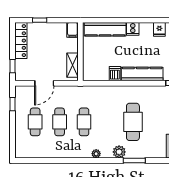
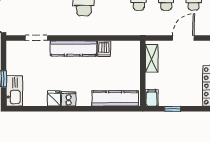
window: (40, 20) -> (173, 109), moved
cooker: (133, 29) -> (69, 99), moved

